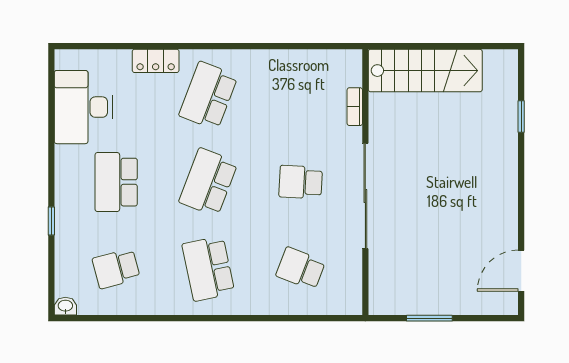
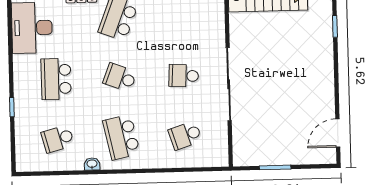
bookcase: (355, 107) -> (220, 23), removed
school desk: (208, 182) -> (120, 77), width x0.54
school desk: (301, 268) -> (185, 136), turned -39
washbasin: (65, 306) -> (92, 164), moved

